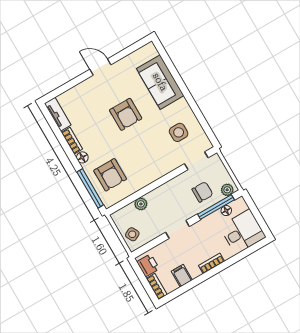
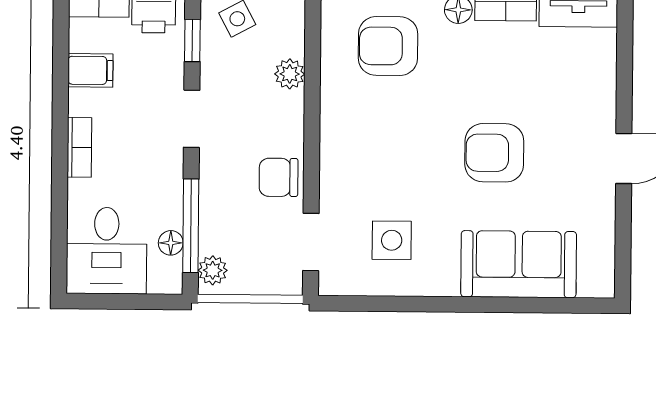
chair: (202, 192) -> (279, 177), moved, turned 90
window: (150, 246) -> (192, 41), added

